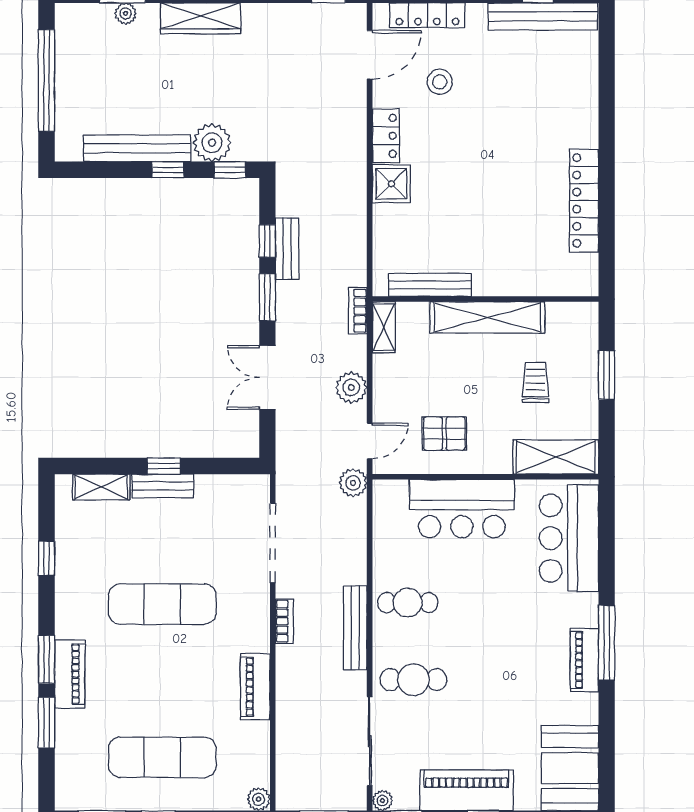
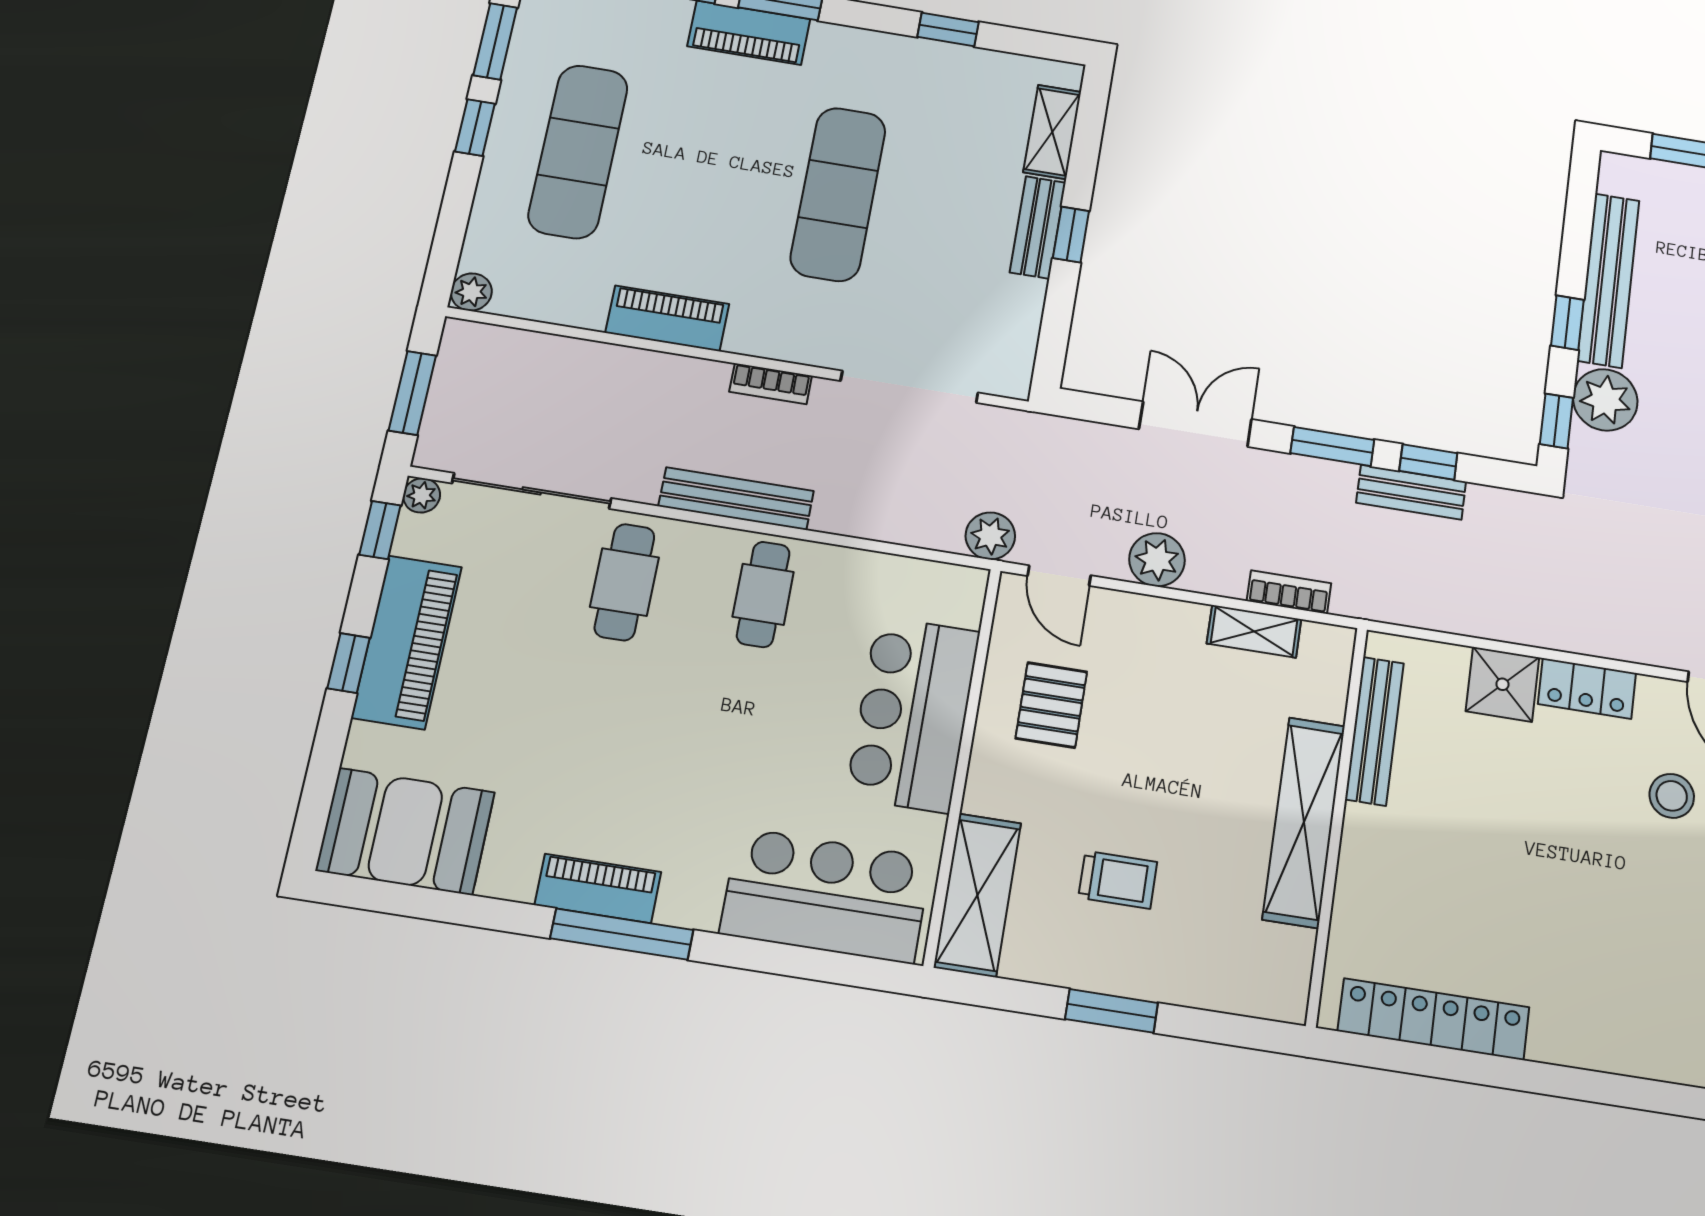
bench: (430, 285) -> (1374, 731), moved
wall: (485, 299) -> (1337, 824), moved
shelving: (487, 317) -> (1304, 822), moved

